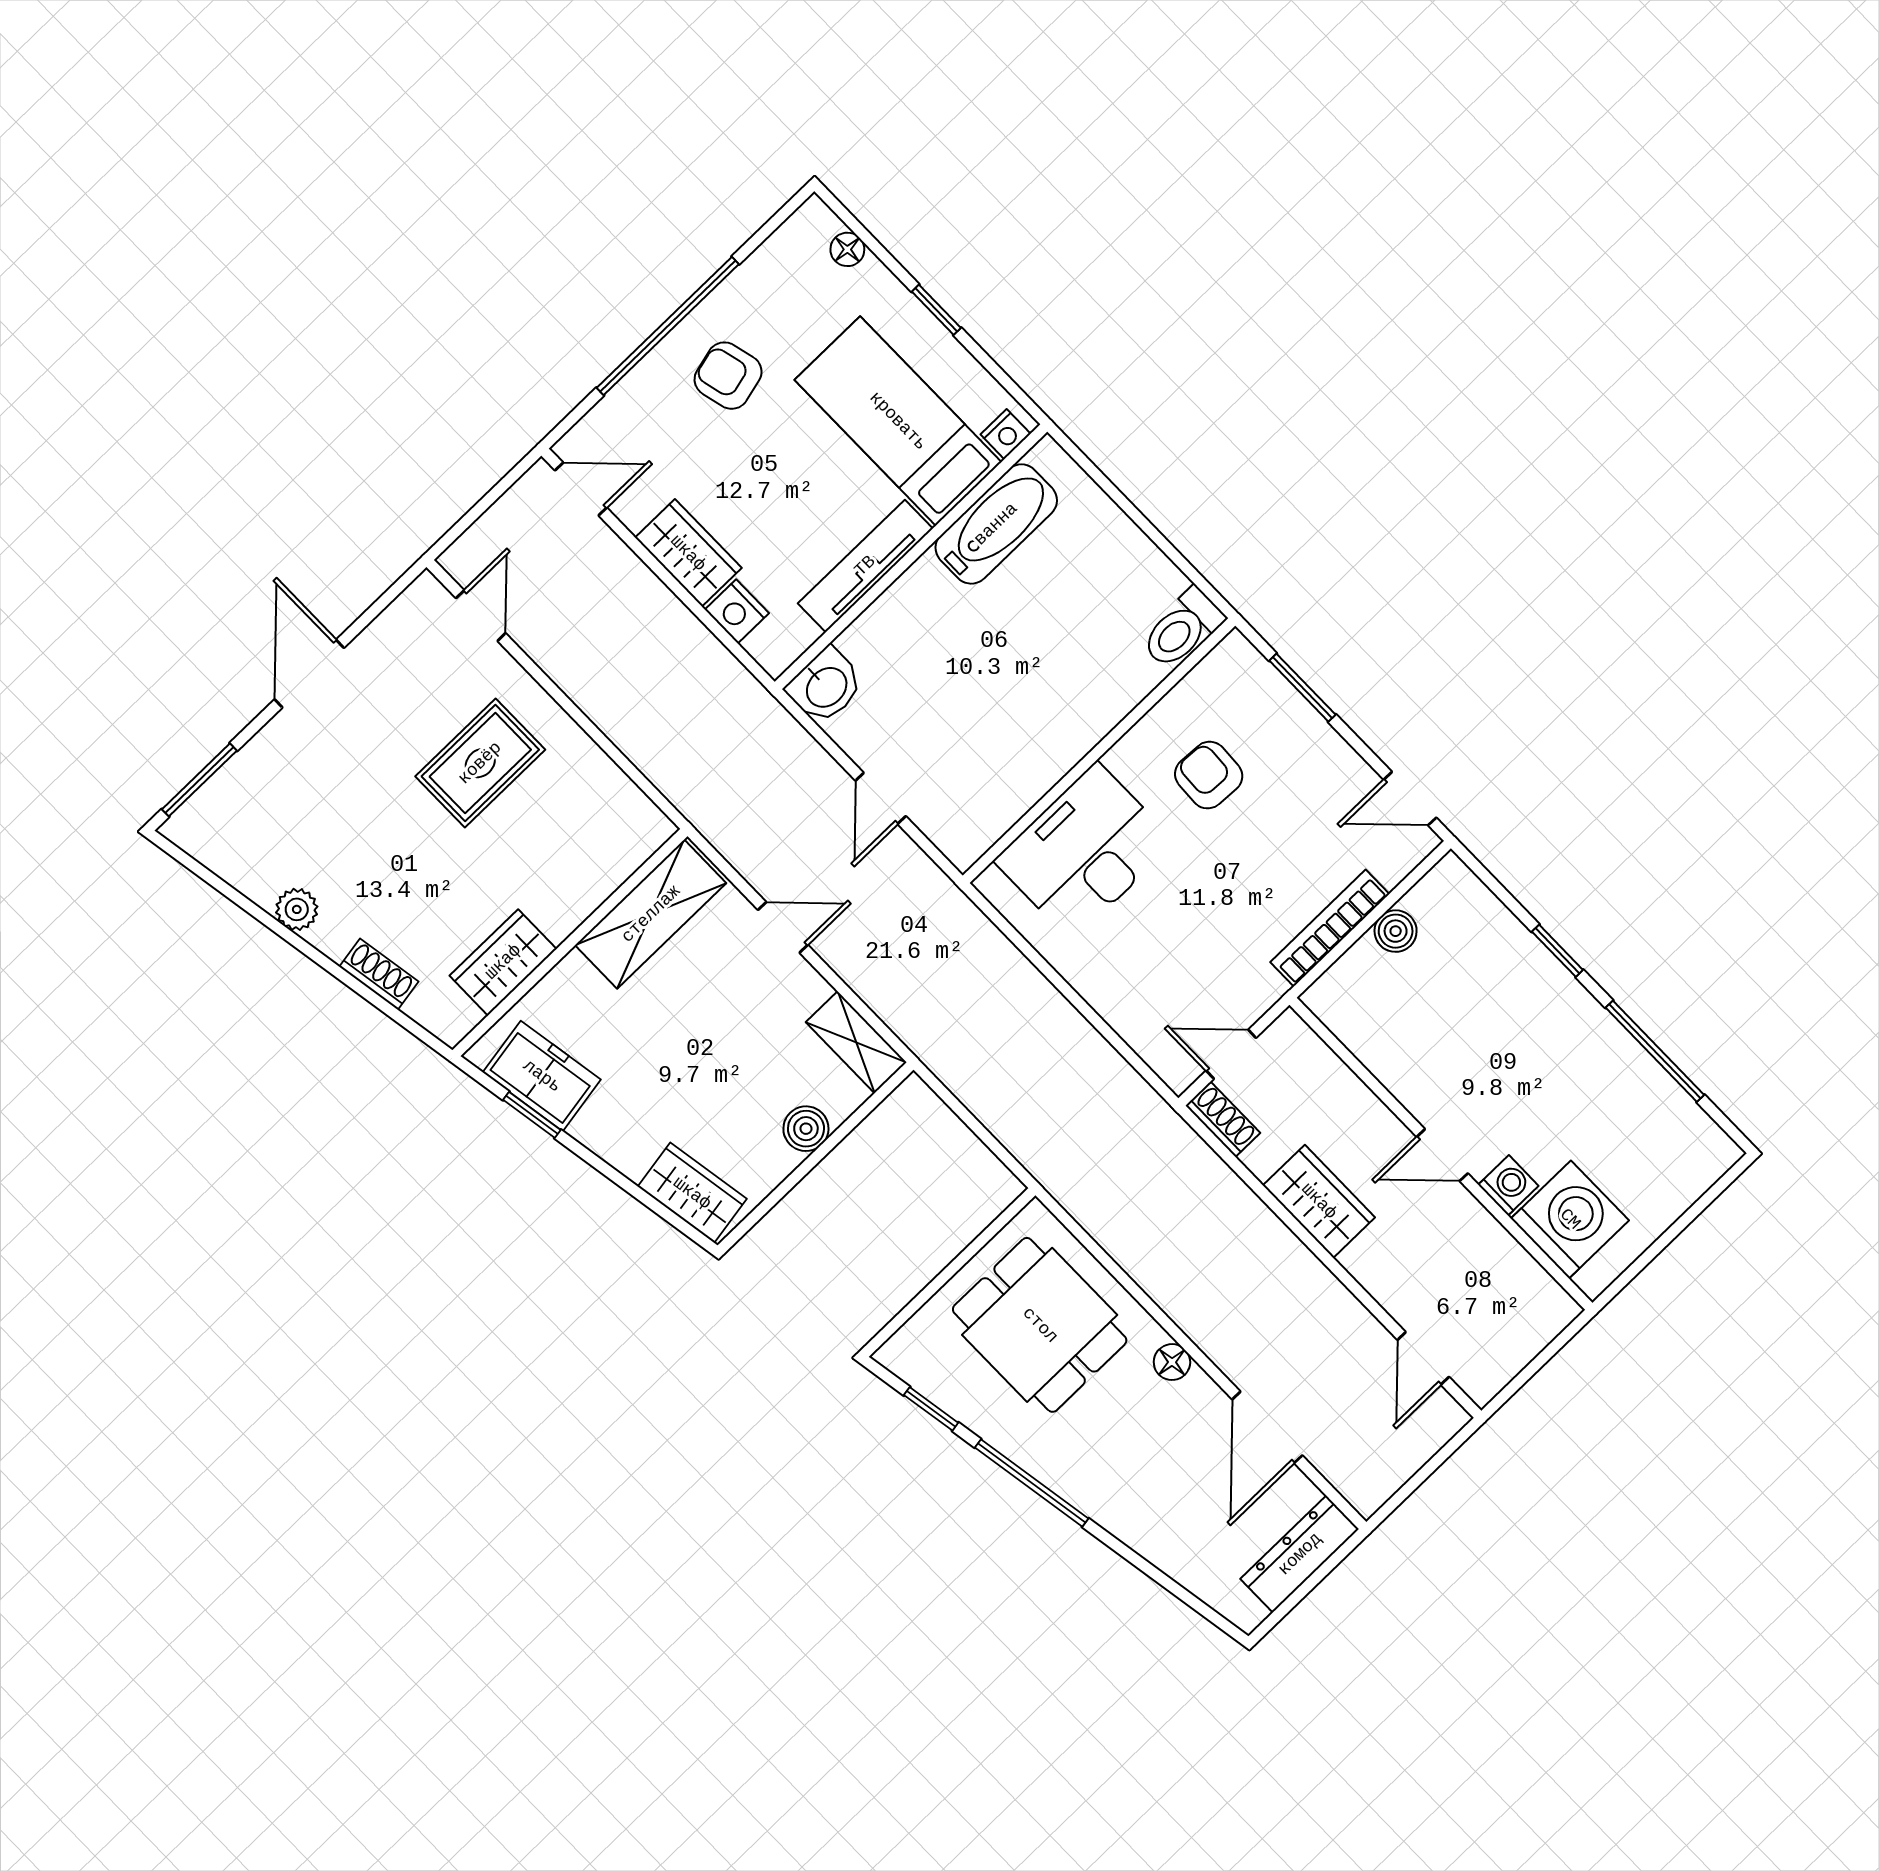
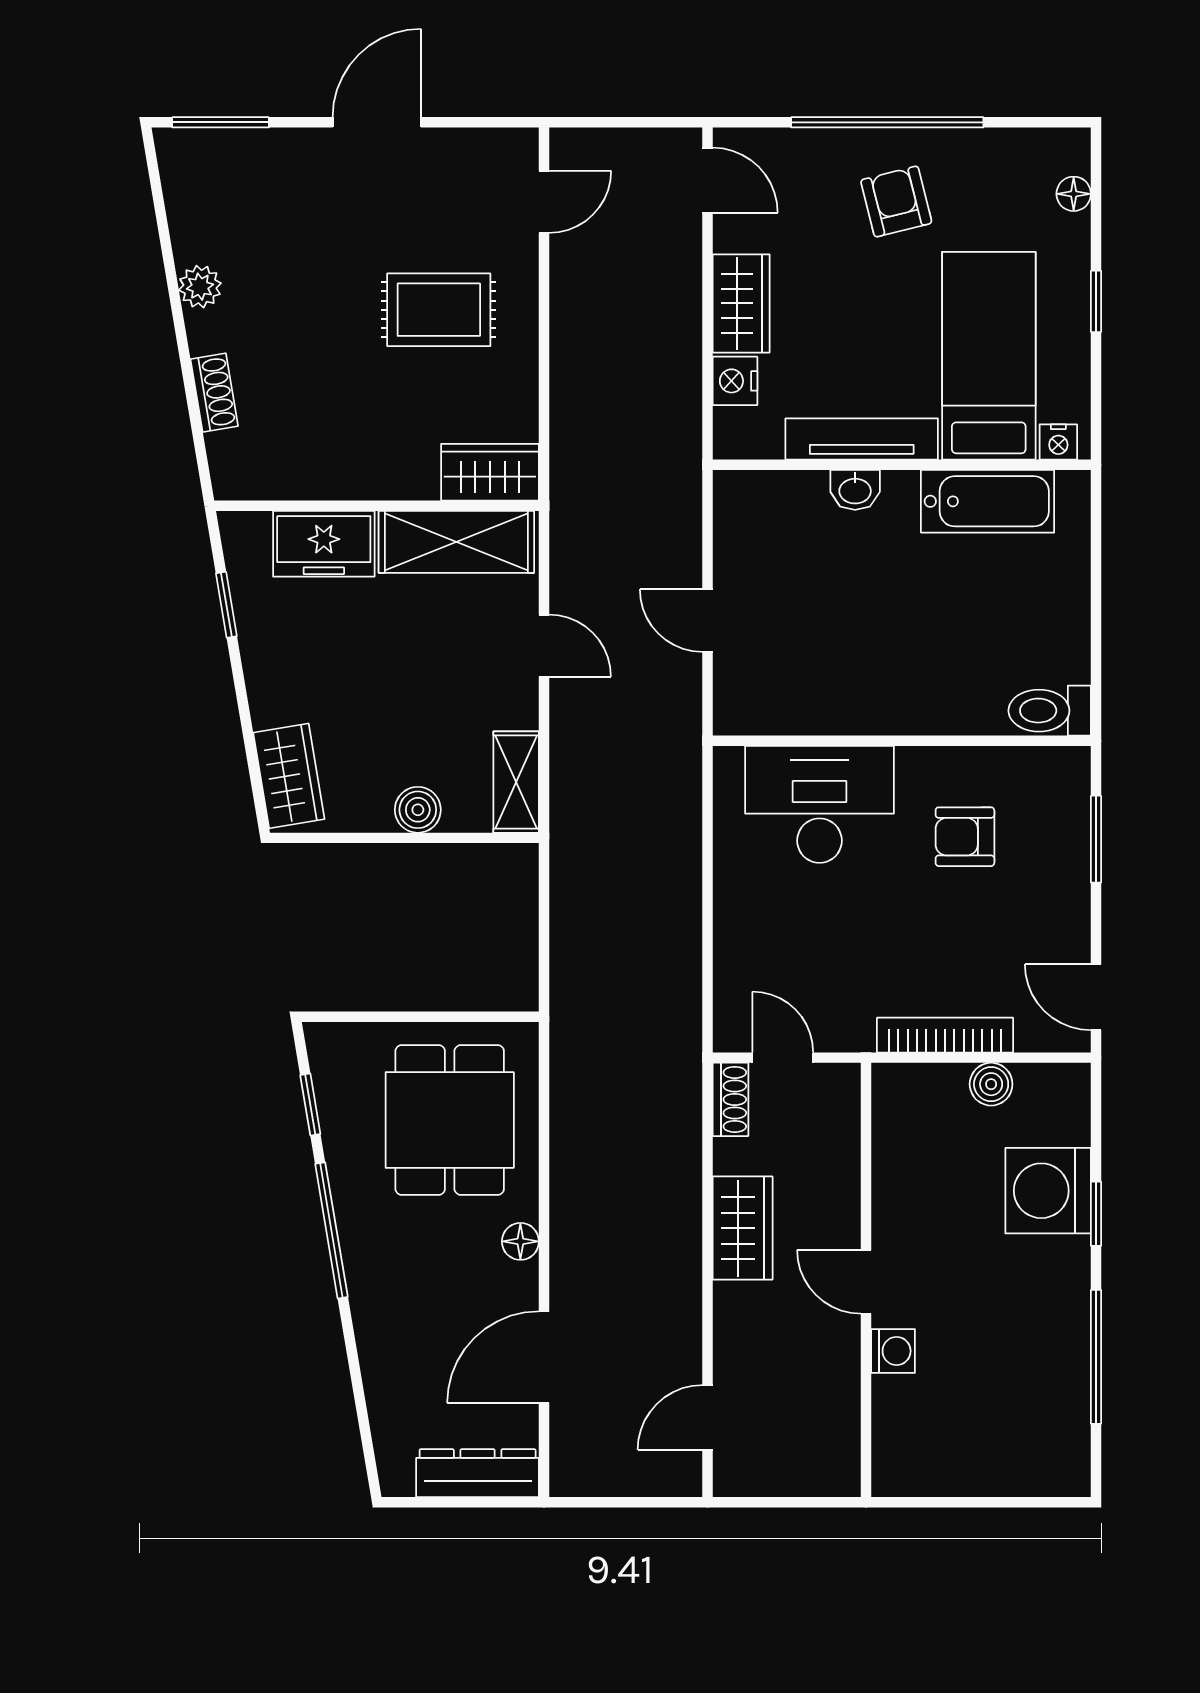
washbasin: (825, 686) -> (855, 490), moved, width x0.72, depth x0.69
armchair: (1209, 775) -> (965, 837), turned -93
door: (881, 798) -> (708, 620), hinge flipped
wardrobe: (503, 962) -> (490, 472), moved
freezer: (542, 1076) -> (324, 544), moved, turned 100
washing machine: (1570, 1219) -> (1048, 1191), moved, turned 180

